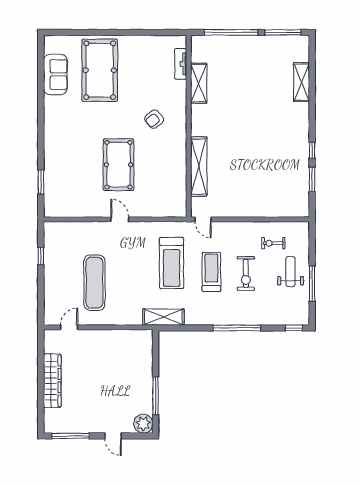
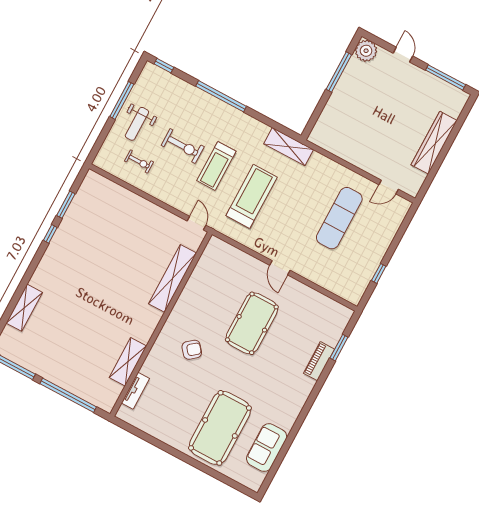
piano: (51, 163) -> (319, 361), added
exercise bike: (246, 273) -> (183, 146), turned 90

